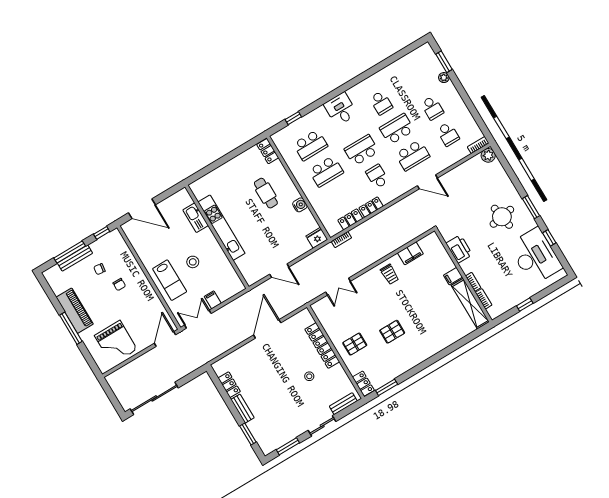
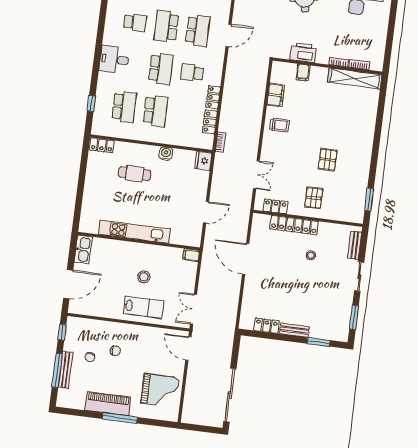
school desk: (362, 150) -> (161, 69), turned 180
kitchen sink: (196, 218) -> (83, 249), moved, turned -90
filing cabinet: (453, 276) -> (303, 73), moved
filing cabinet: (213, 300) -> (191, 255), moved
window: (525, 305) -> (390, 35), removed
locker: (363, 384) -> (275, 206), moved

